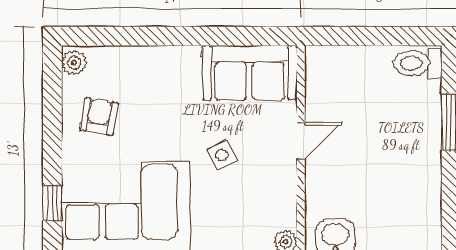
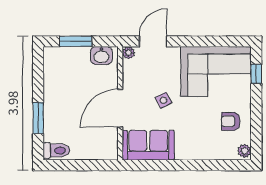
armchair: (99, 117) -> (231, 121), turned 81
door: (301, 141) -> (120, 108), width x1.88

